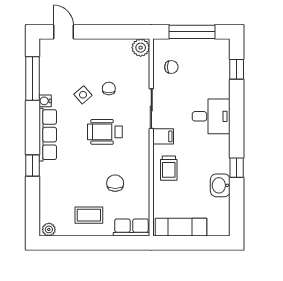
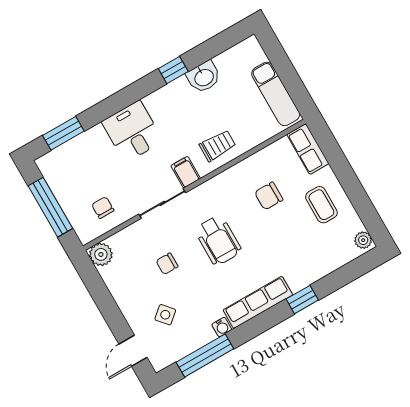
window: (237, 69) -> (63, 133), width x1.50
side table: (83, 95) -> (165, 315), moved

